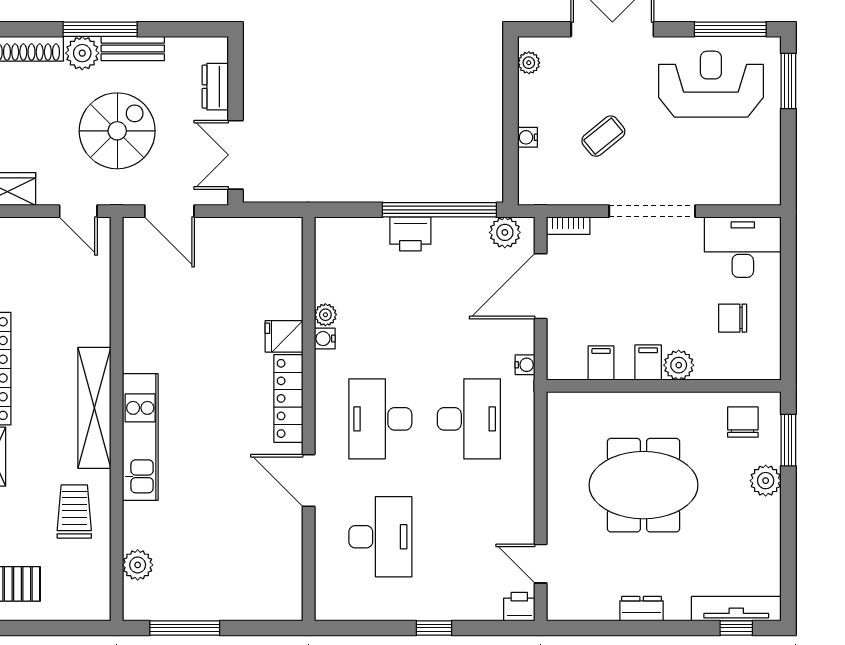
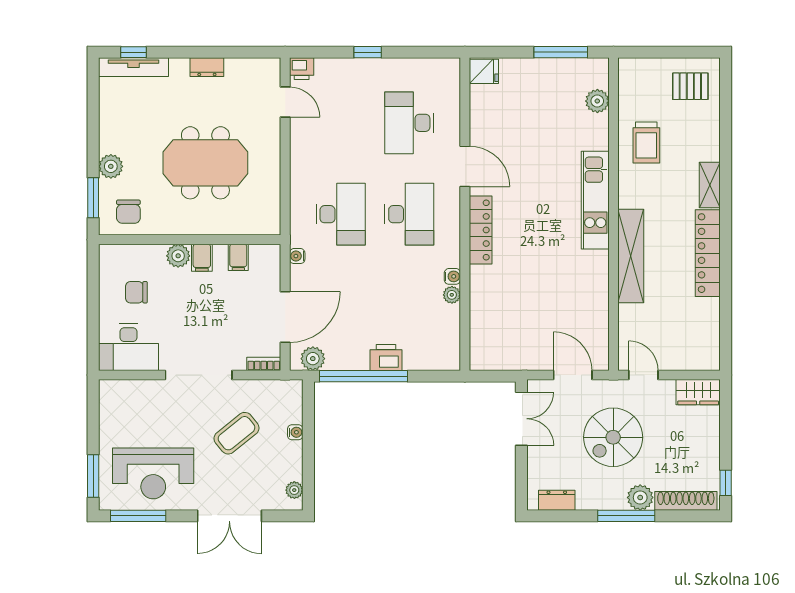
bench: (133, 49) -> (601, 501), removed
dresser: (215, 87) -> (557, 500), moved, turned -90
coffee table: (603, 136) -> (236, 433), width x1.36, depth x1.30
chair: (733, 318) -> (136, 292), turned 180
fridge: (284, 336) -> (484, 71), moved
shelving: (94, 408) -> (631, 256), moved
desk: (469, 419) -> (341, 214), turned 180

